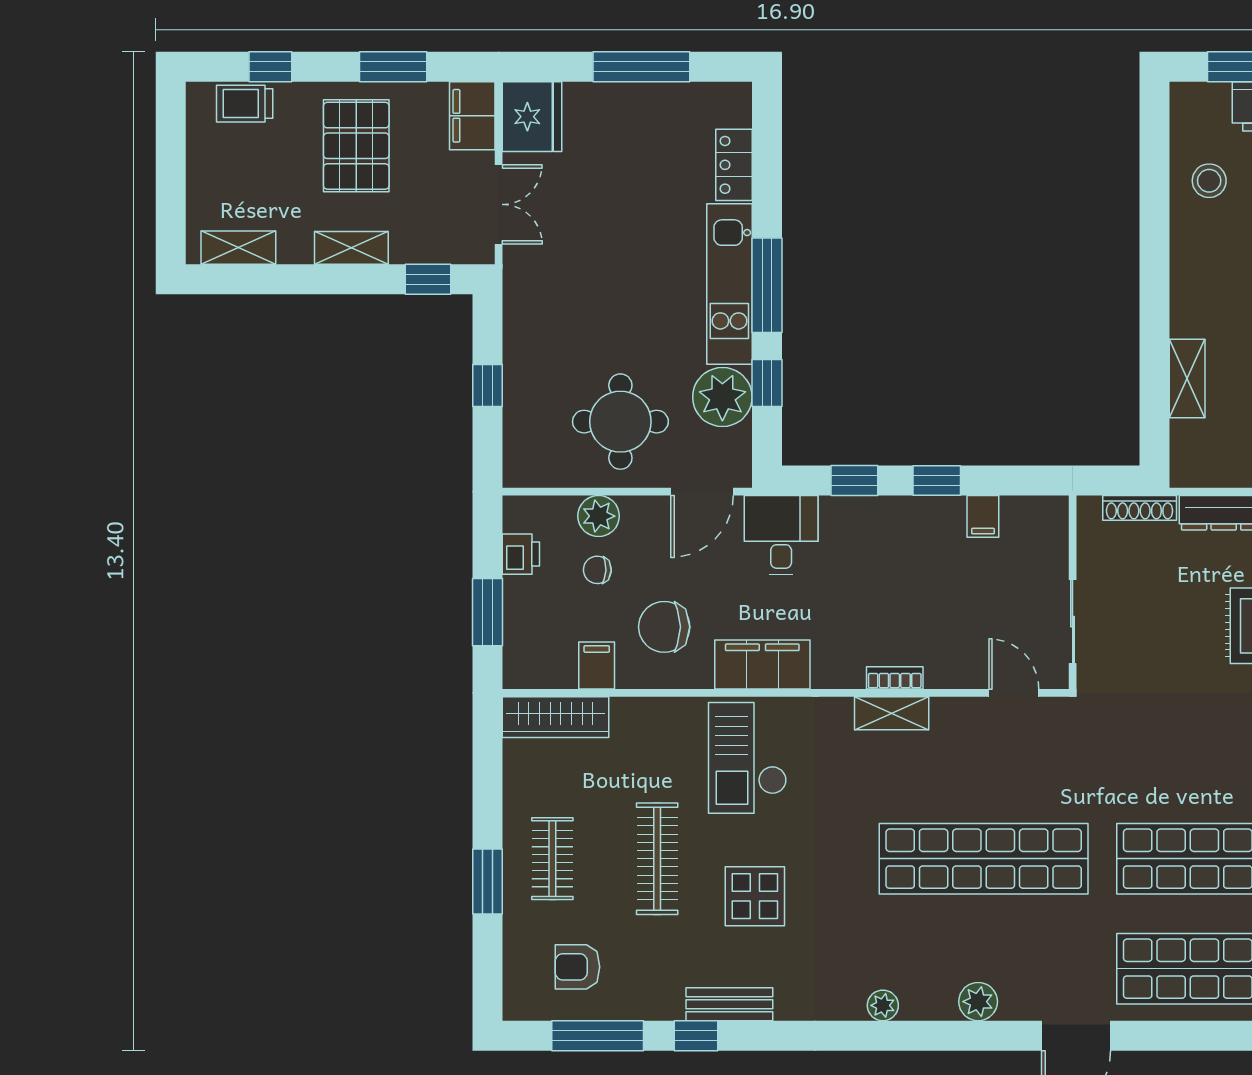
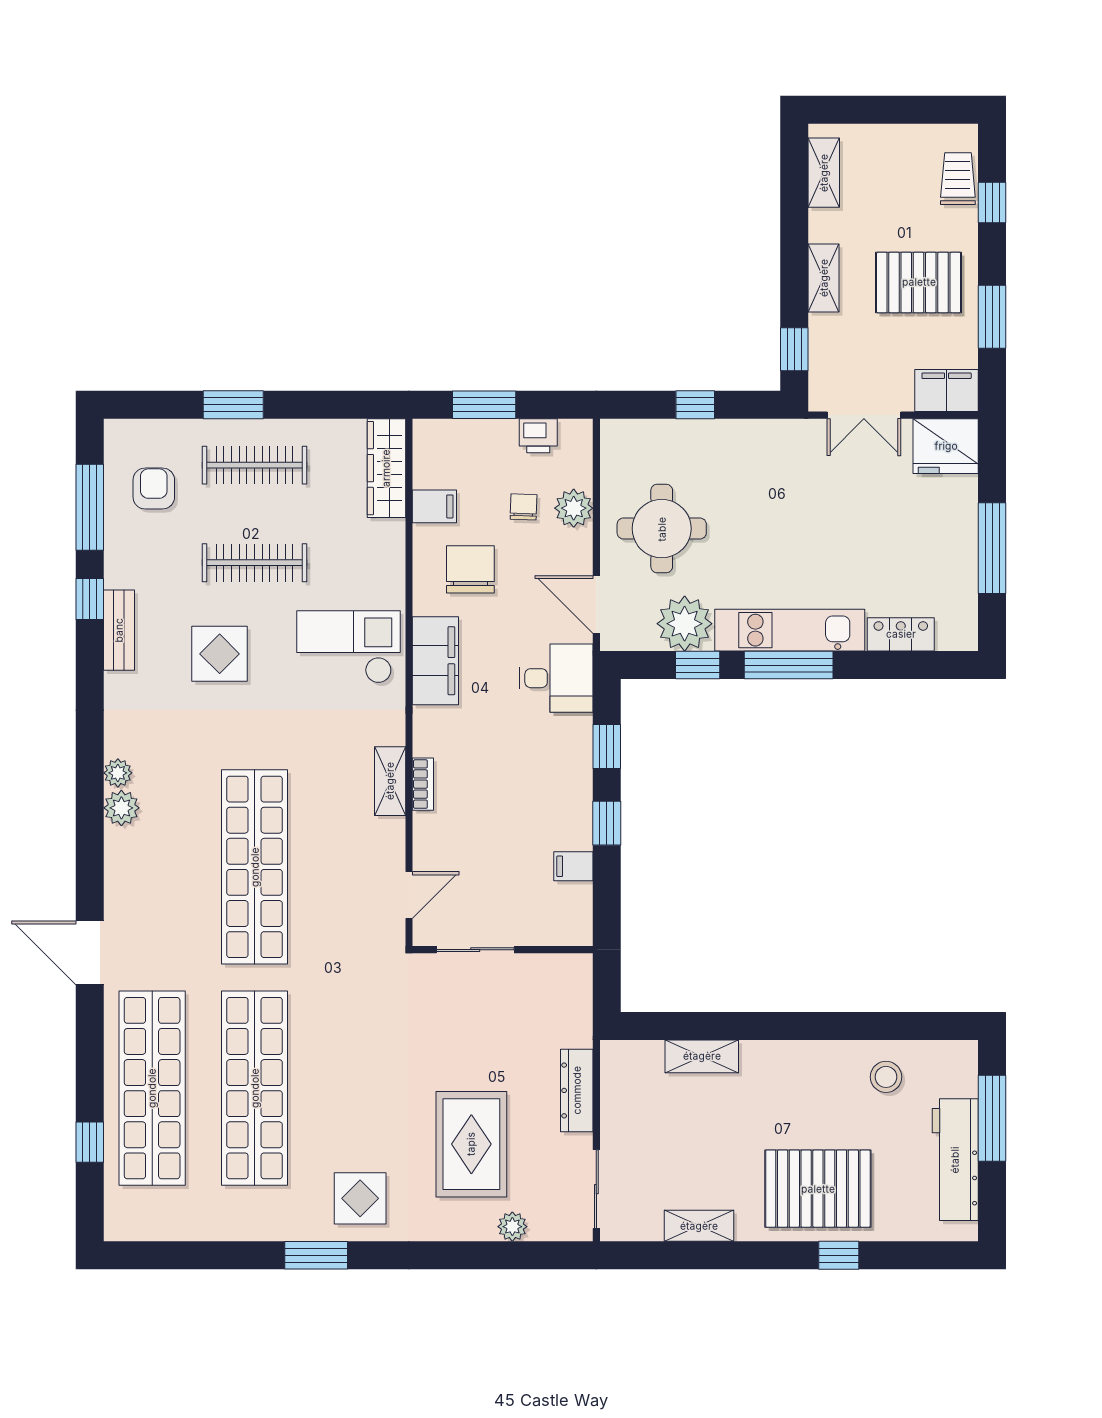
shoe rack: (1140, 508) -> (581, 1012), removed
clothes rail: (552, 859) -> (255, 465), width x1.36
plant: (978, 1002) -> (121, 808), moved

